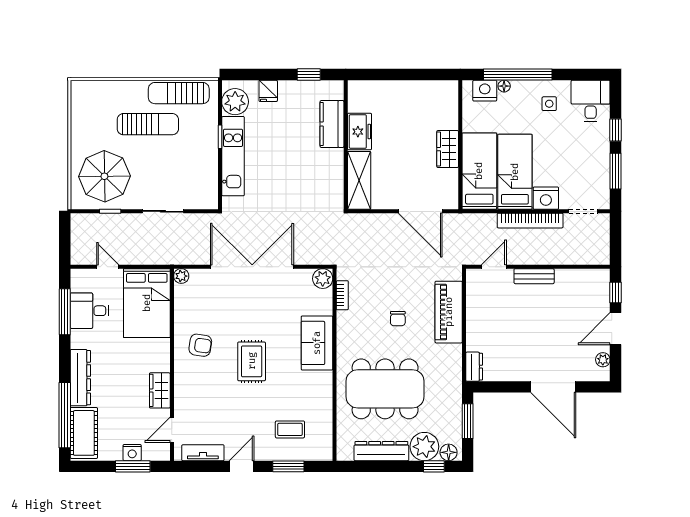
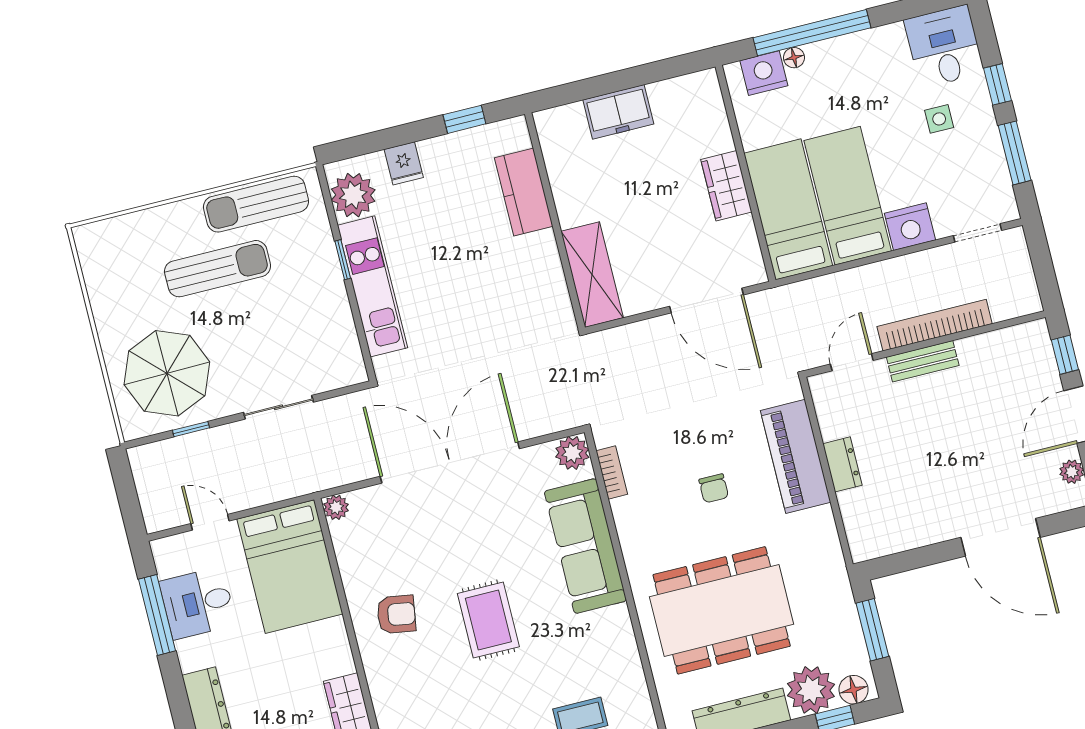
side table: (549, 104) -> (939, 119), moved
freezer: (359, 132) -> (618, 112), moved, turned 90
bookcase: (530, 221) -> (935, 325), moved, turned 180
sofa: (317, 343) -> (585, 546), width x1.36
dresser: (474, 367) -> (842, 464), moved

